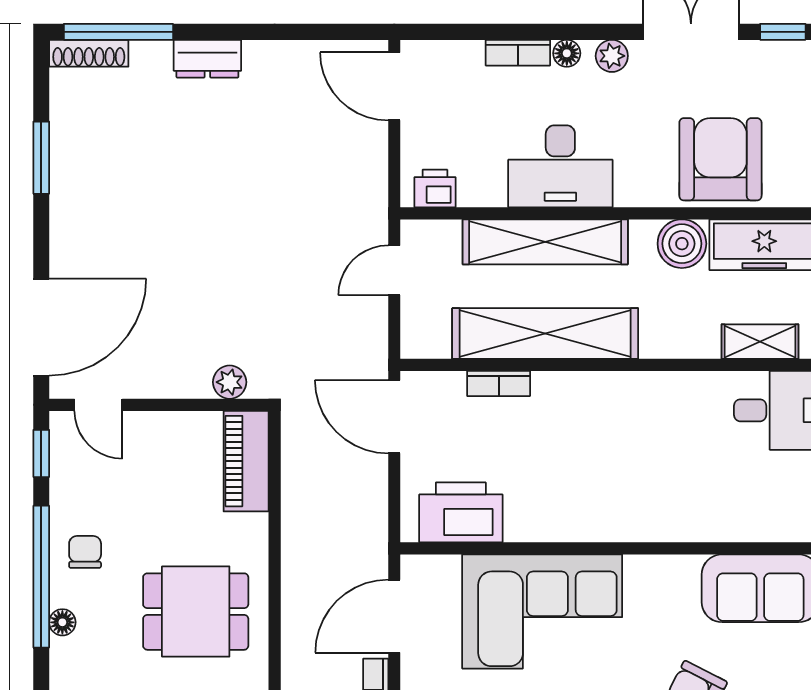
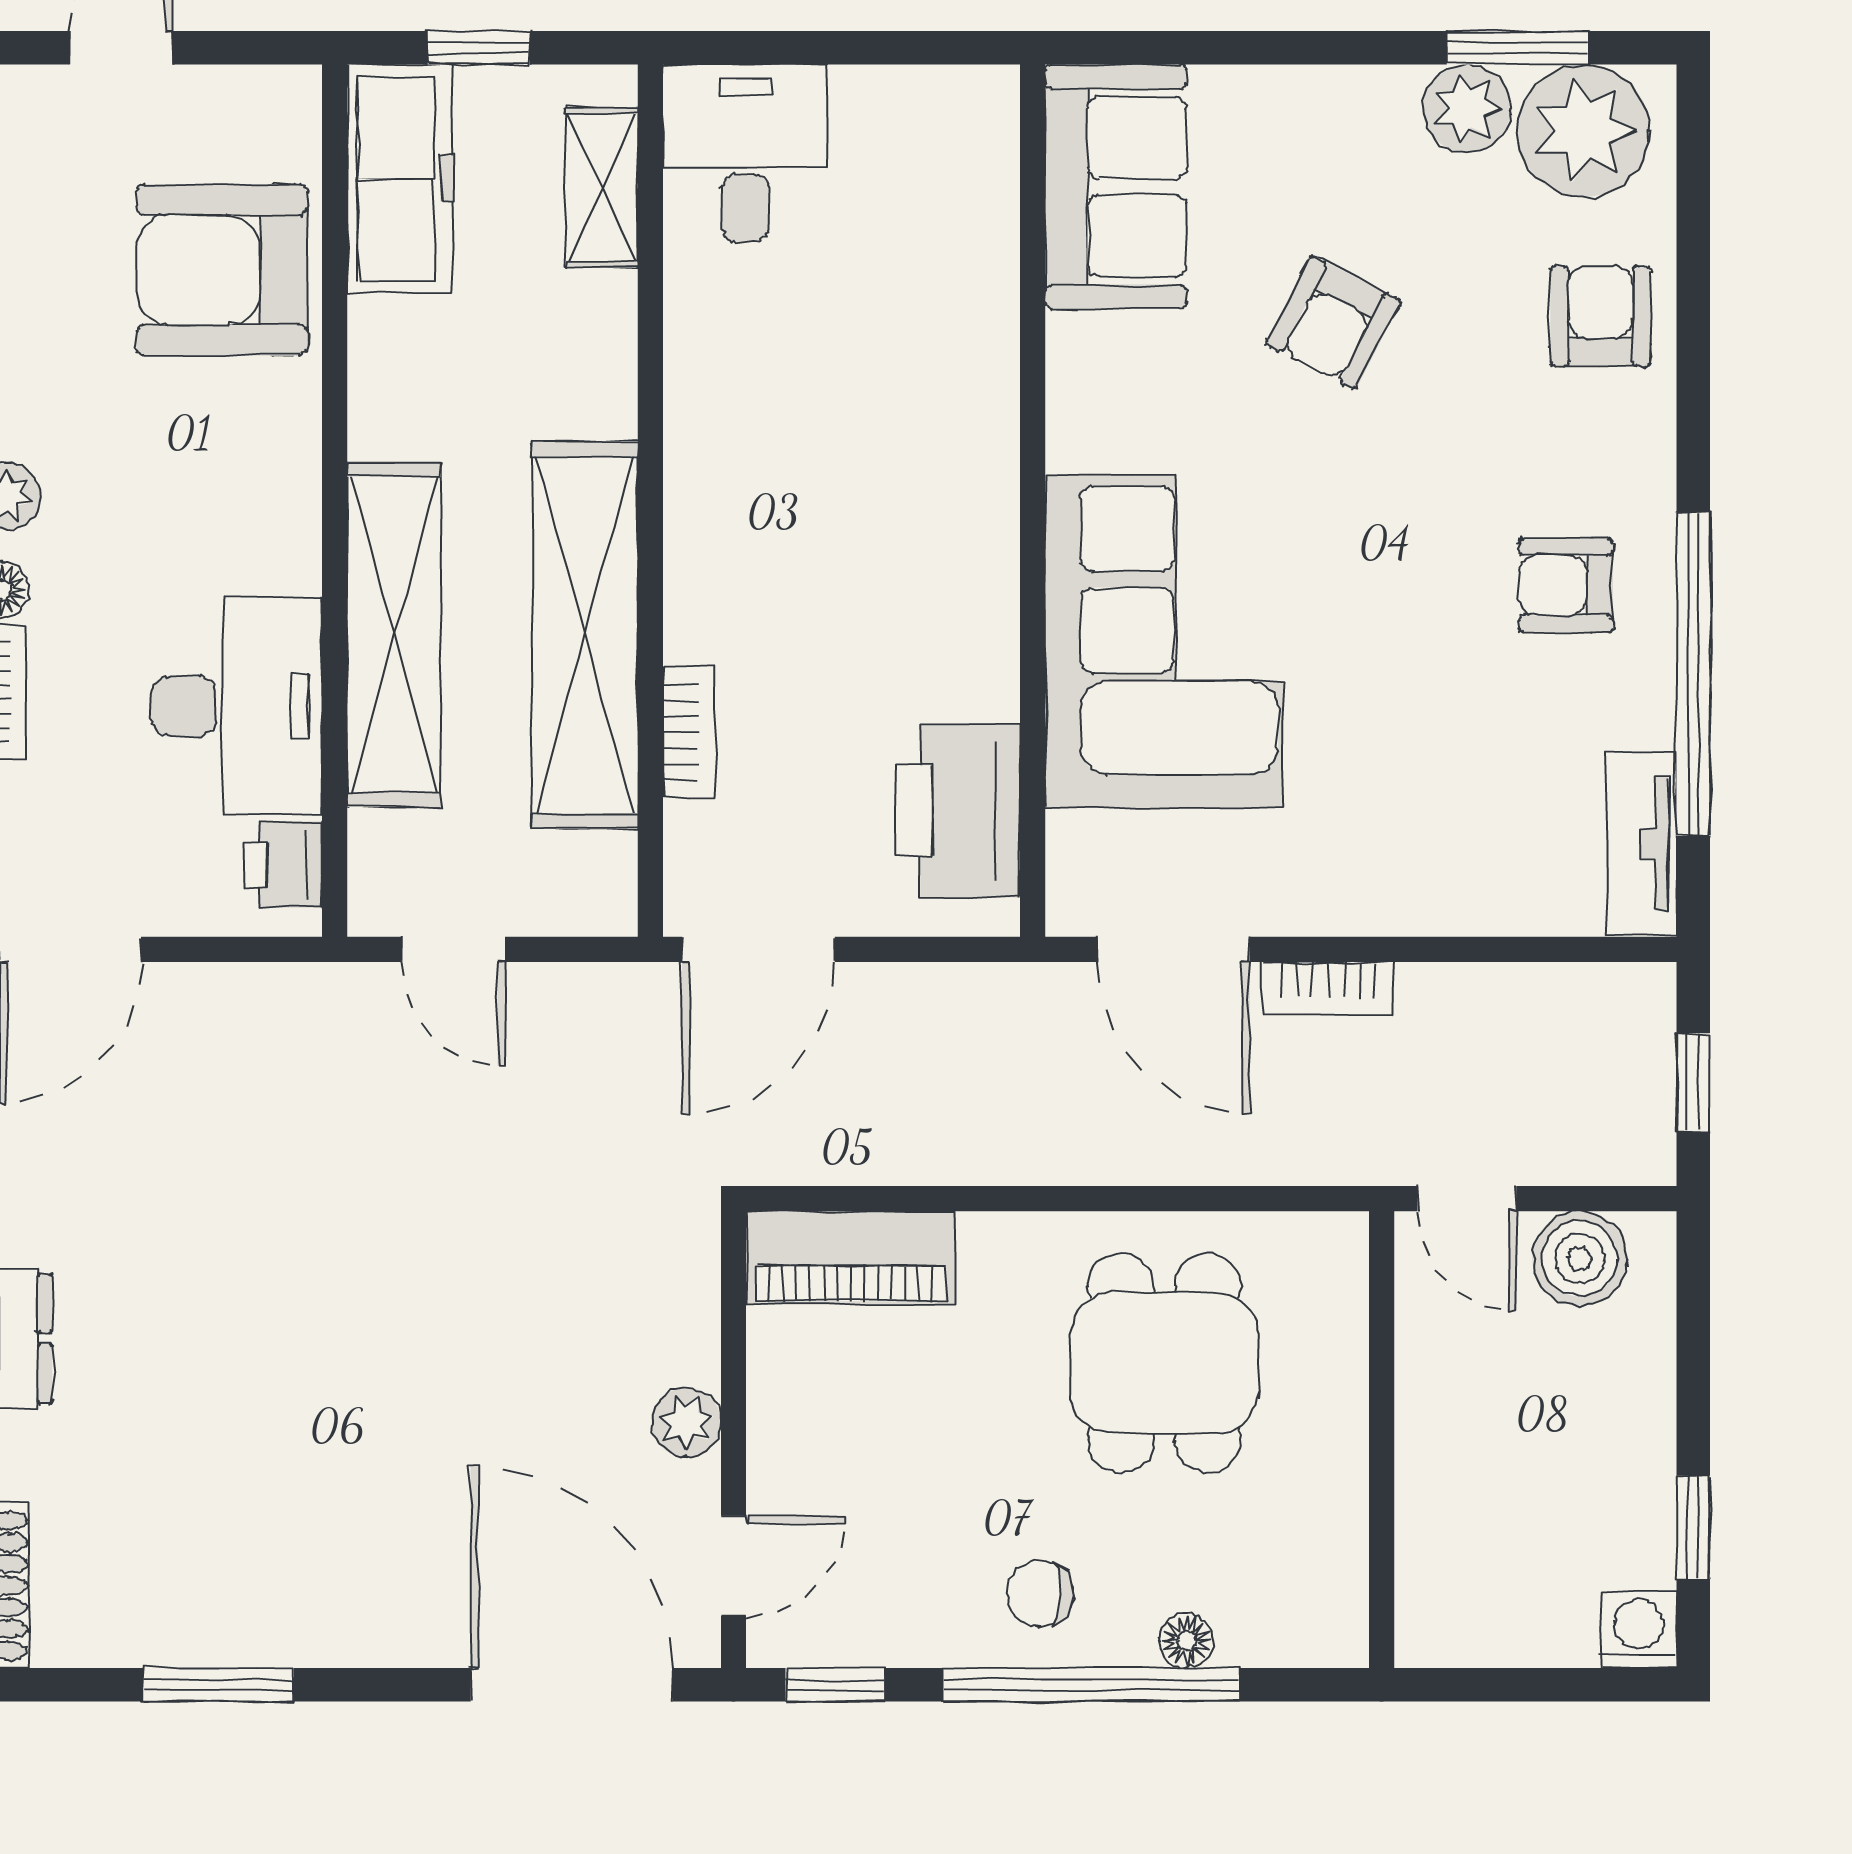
desk: (560, 166) -> (237, 706), moved
boiler: (682, 244) -> (398, 350), removed
plant: (230, 382) -> (686, 1422), moved

